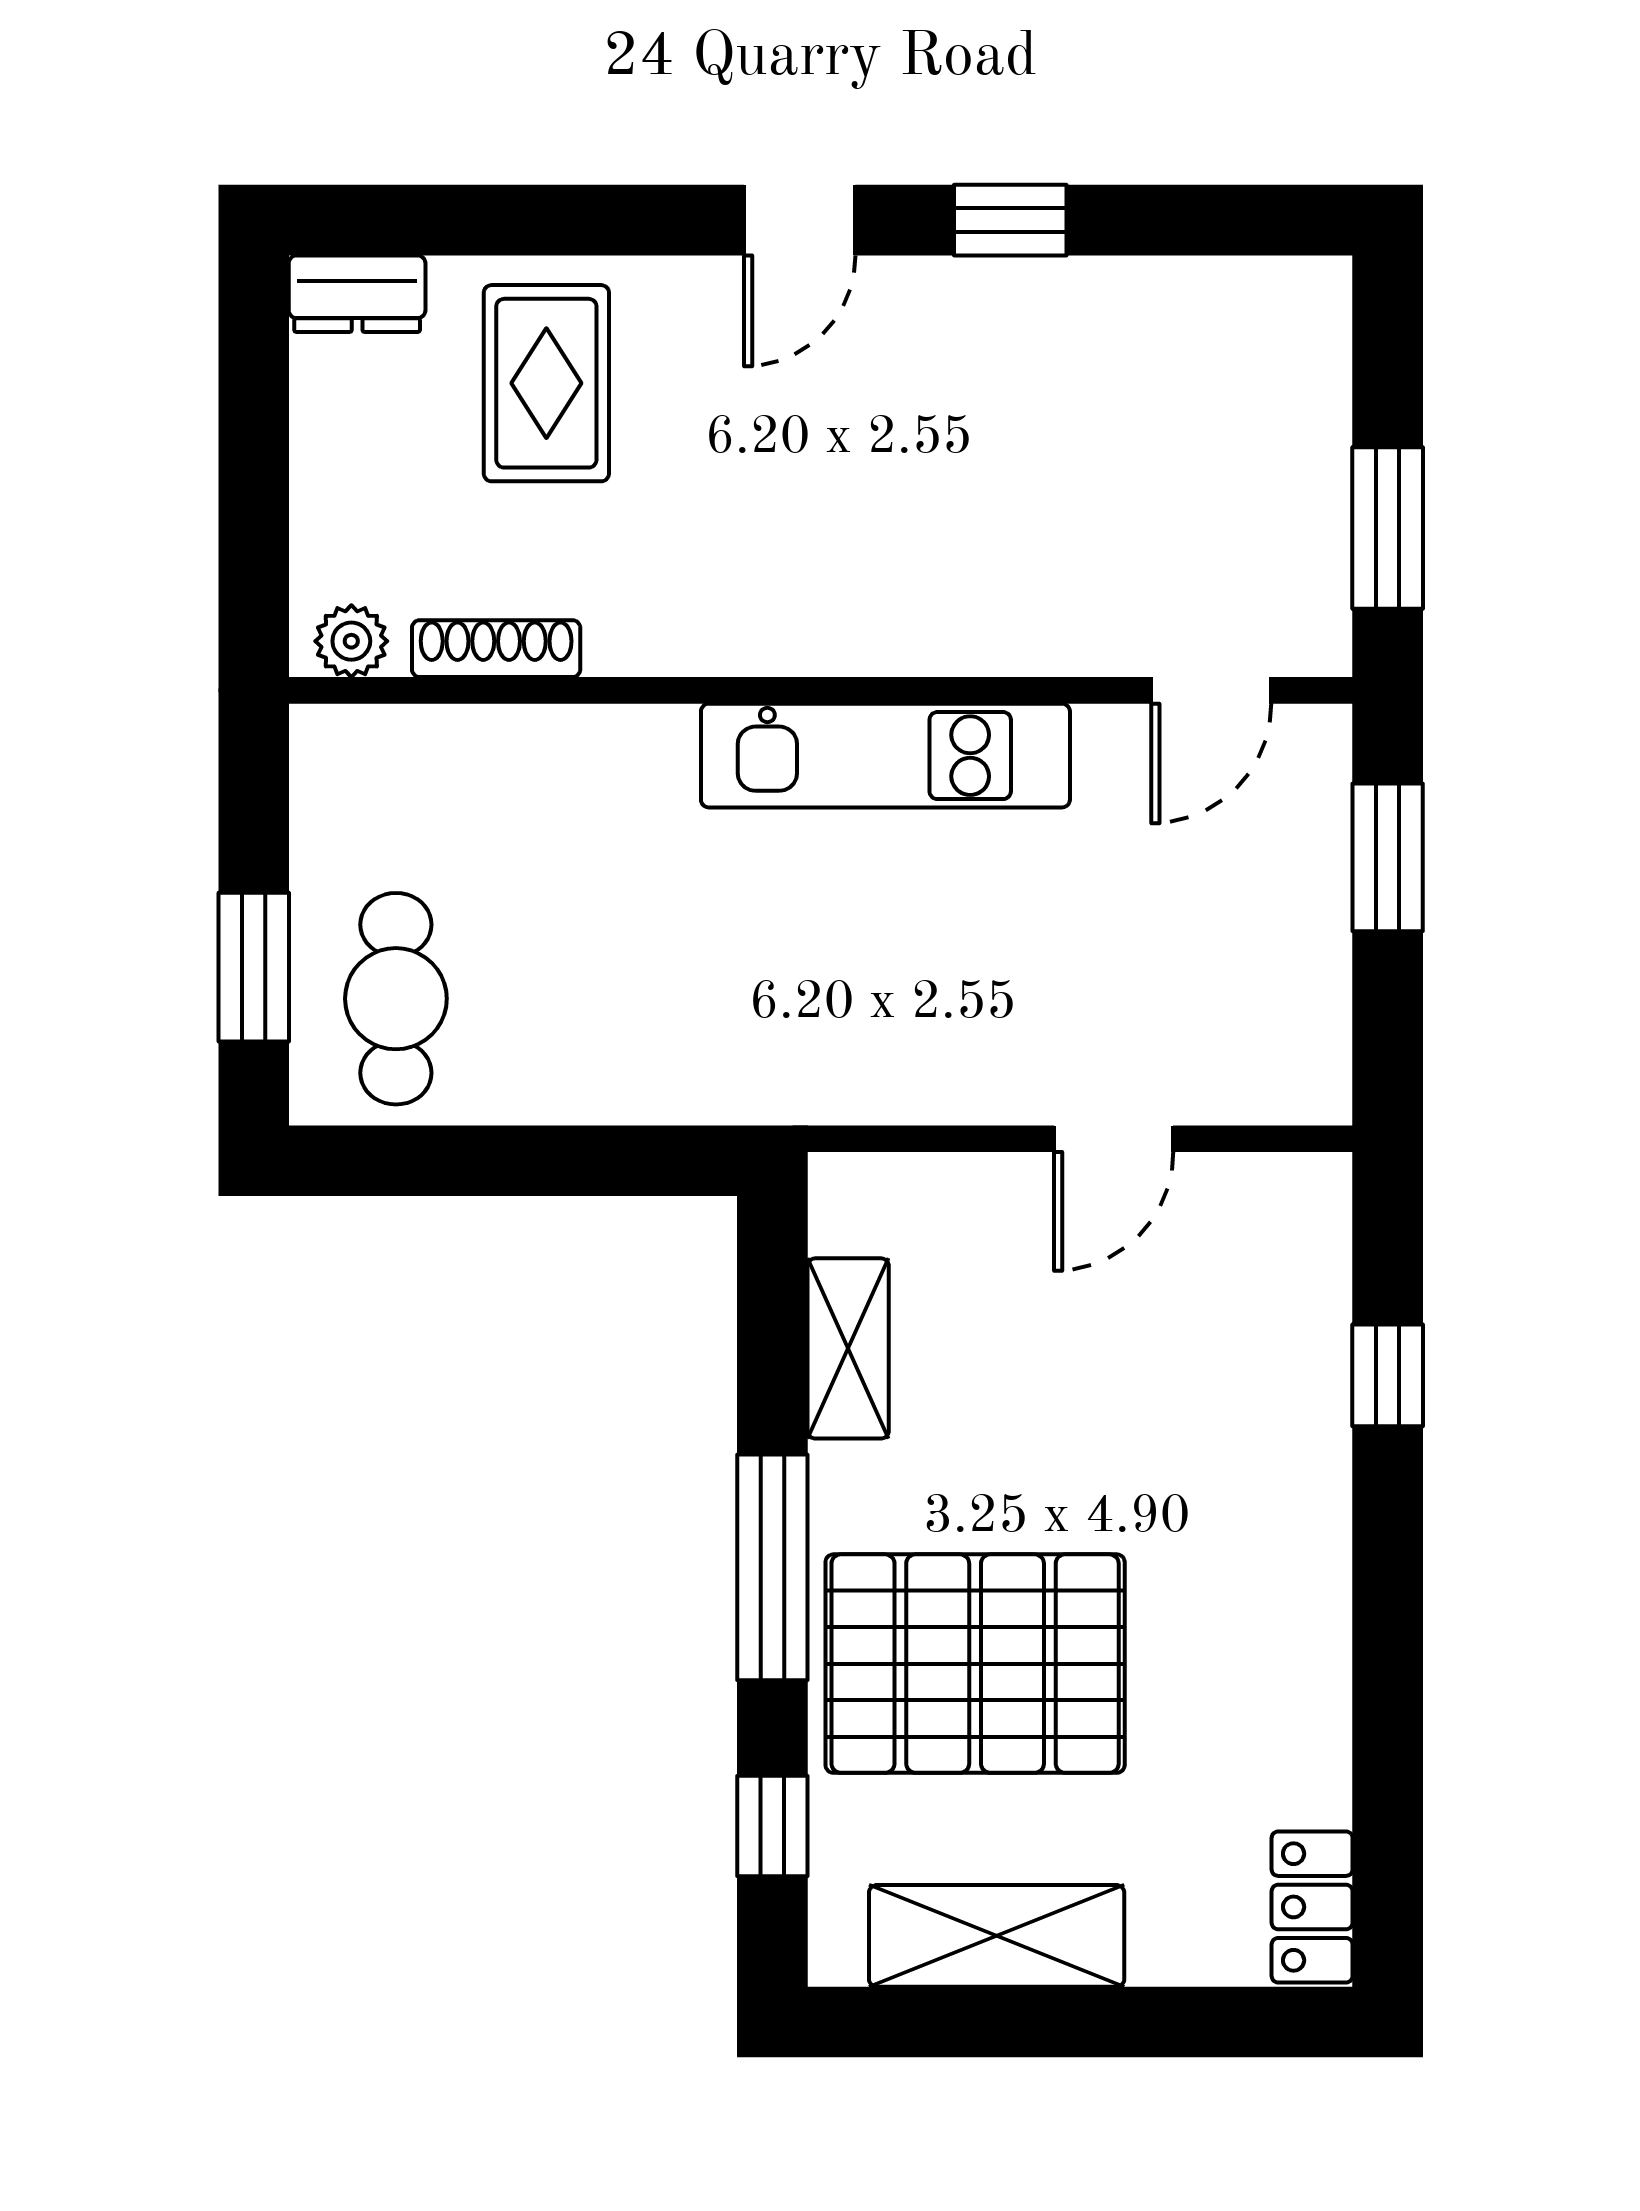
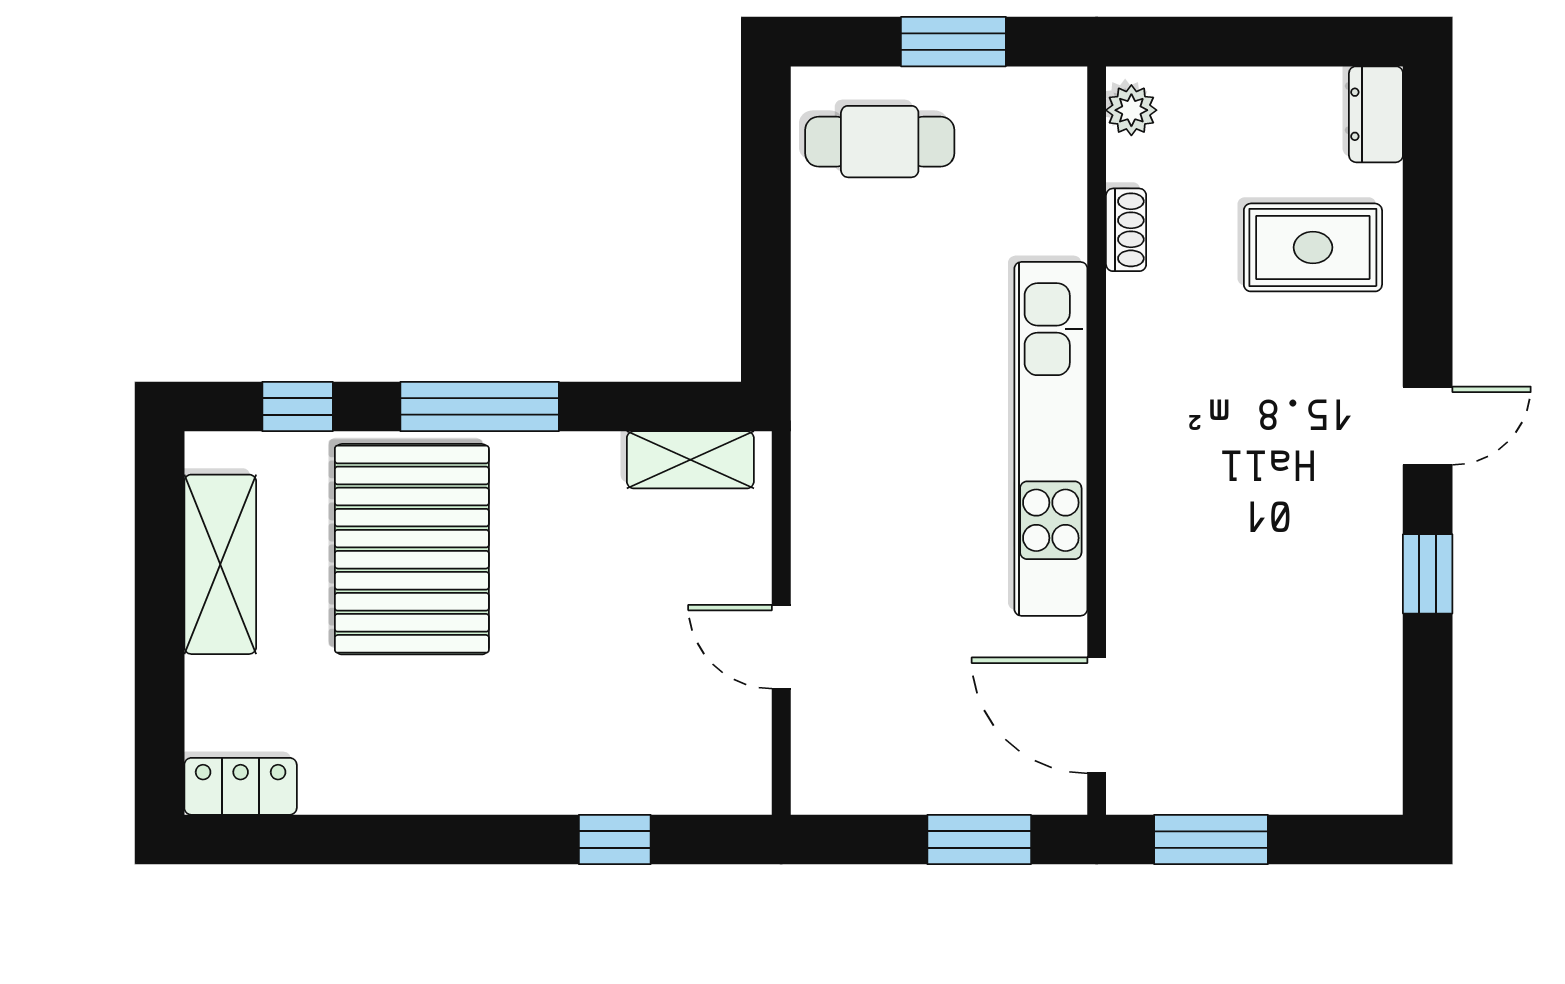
door: (800, 220) -> (1428, 426), swing flipped
shoe rack: (496, 649) -> (1126, 230), width x0.70
door: (1211, 690) -> (1097, 715), width x1.38
kitchen unit: (885, 756) -> (1051, 439), width x1.36
window: (254, 967) -> (953, 42), moved
shelving: (848, 1348) -> (690, 460), moved

